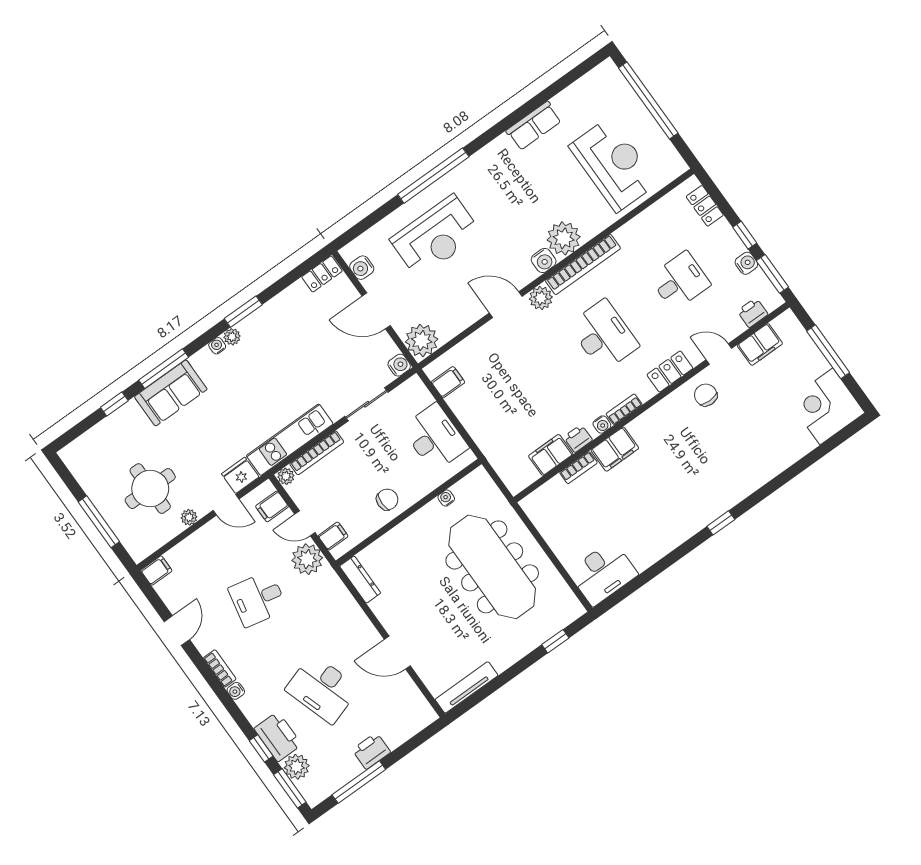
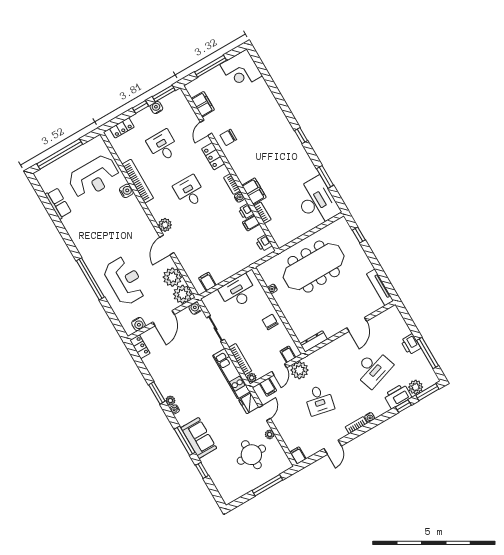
row of seats: (534, 126) -> (58, 203), moved
reception desk: (613, 165) -> (94, 177), turned 180
plant: (564, 238) -> (172, 277), moved
water cooler: (544, 260) -> (126, 191), moved
bookcase: (583, 264) -> (138, 181), moved
printer: (753, 313) -> (264, 243), moved
desk: (604, 335) -> (189, 192), width x0.73
filing cabinet: (551, 455) -> (251, 223), width x0.50
window: (652, 572) -> (325, 177), added
desk: (603, 573) -> (317, 201), width x1.36, depth x1.30
door: (177, 631) -> (333, 447), swing flipped

